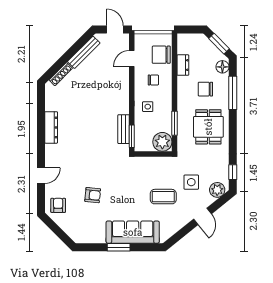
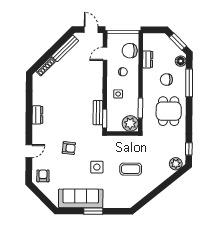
dresser: (51, 127) -> (37, 115), width x0.70
side table: (191, 182) -> (97, 167), moved
armchair: (93, 195) -> (69, 148), moved
door: (202, 216) -> (163, 186), removed
sofa: (133, 232) -> (81, 198), moved

